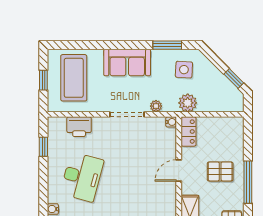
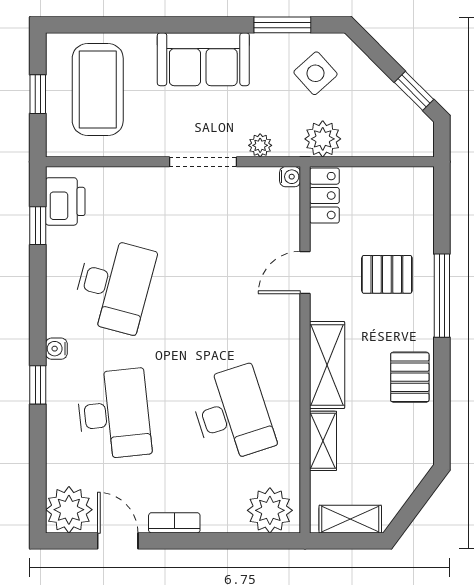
side table: (184, 70) -> (315, 73), turned 45
printer: (79, 127) -> (65, 201), moved, turned -90

